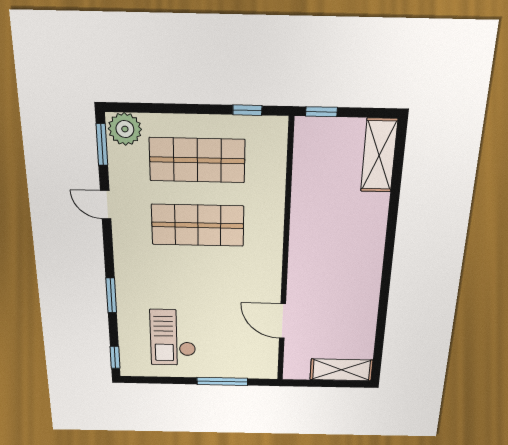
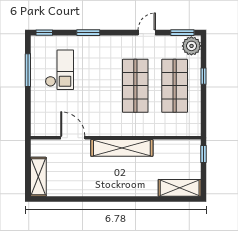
window: (247, 110) -> (203, 76), moved
shelving: (303, 249) -> (122, 148), added
door: (283, 321) -> (73, 138), hinge flipped
checkout: (173, 338) -> (59, 70), turned 90
window: (222, 381) -> (28, 70), moved

